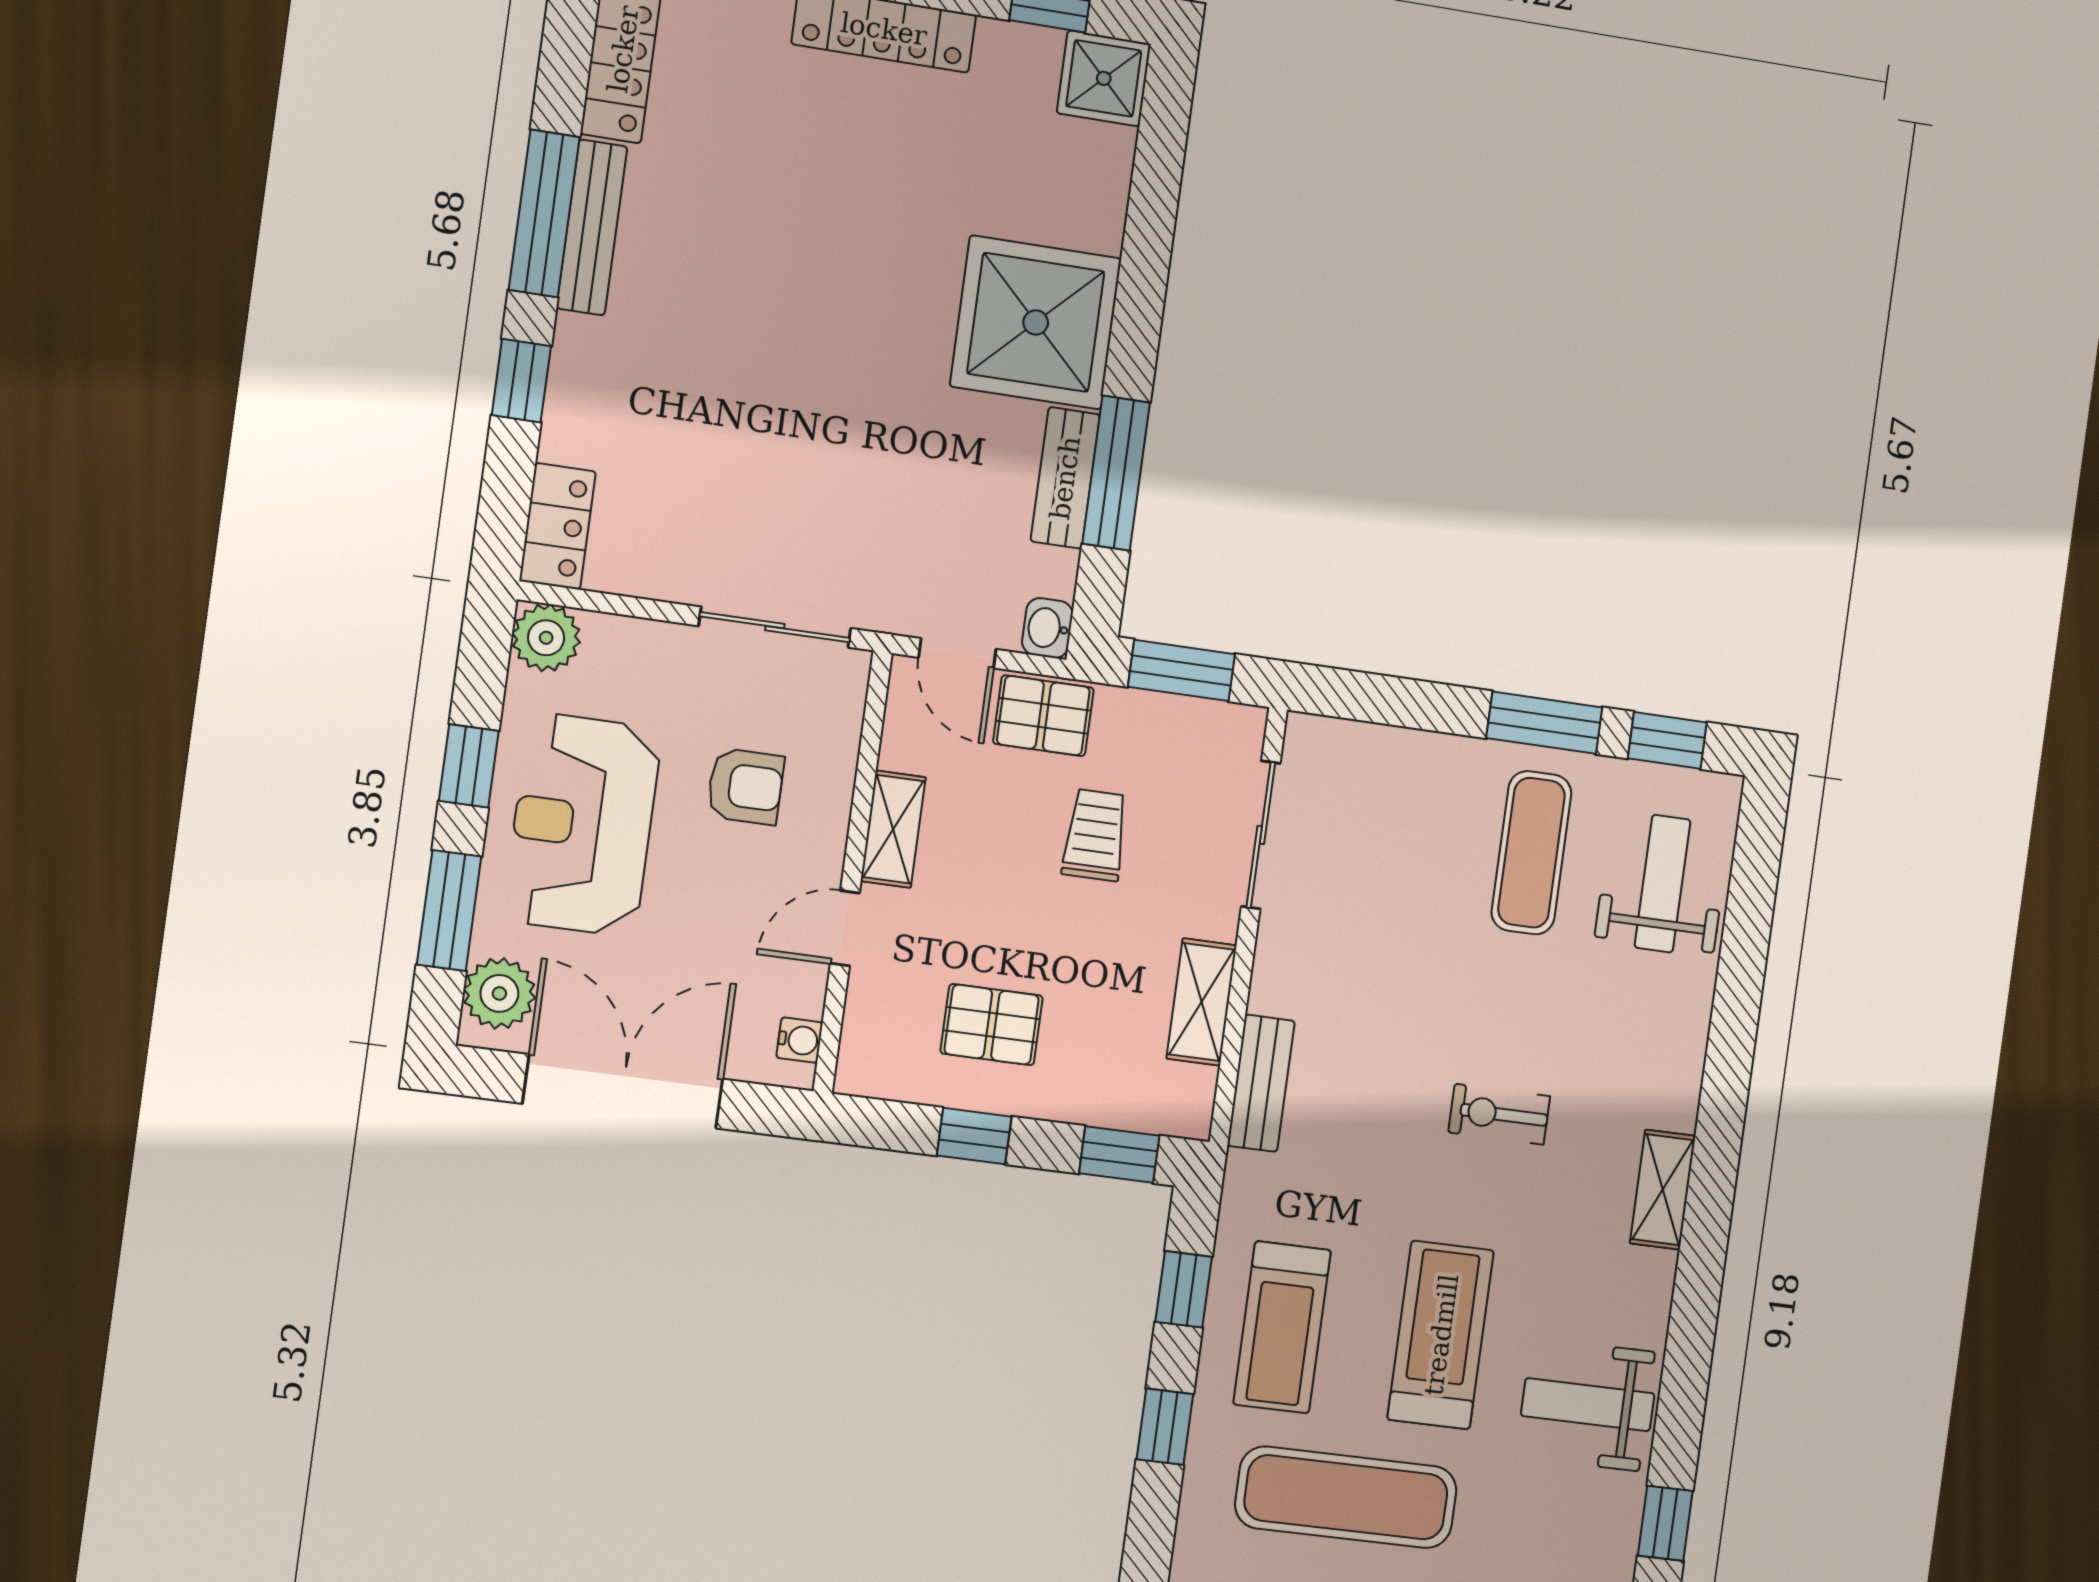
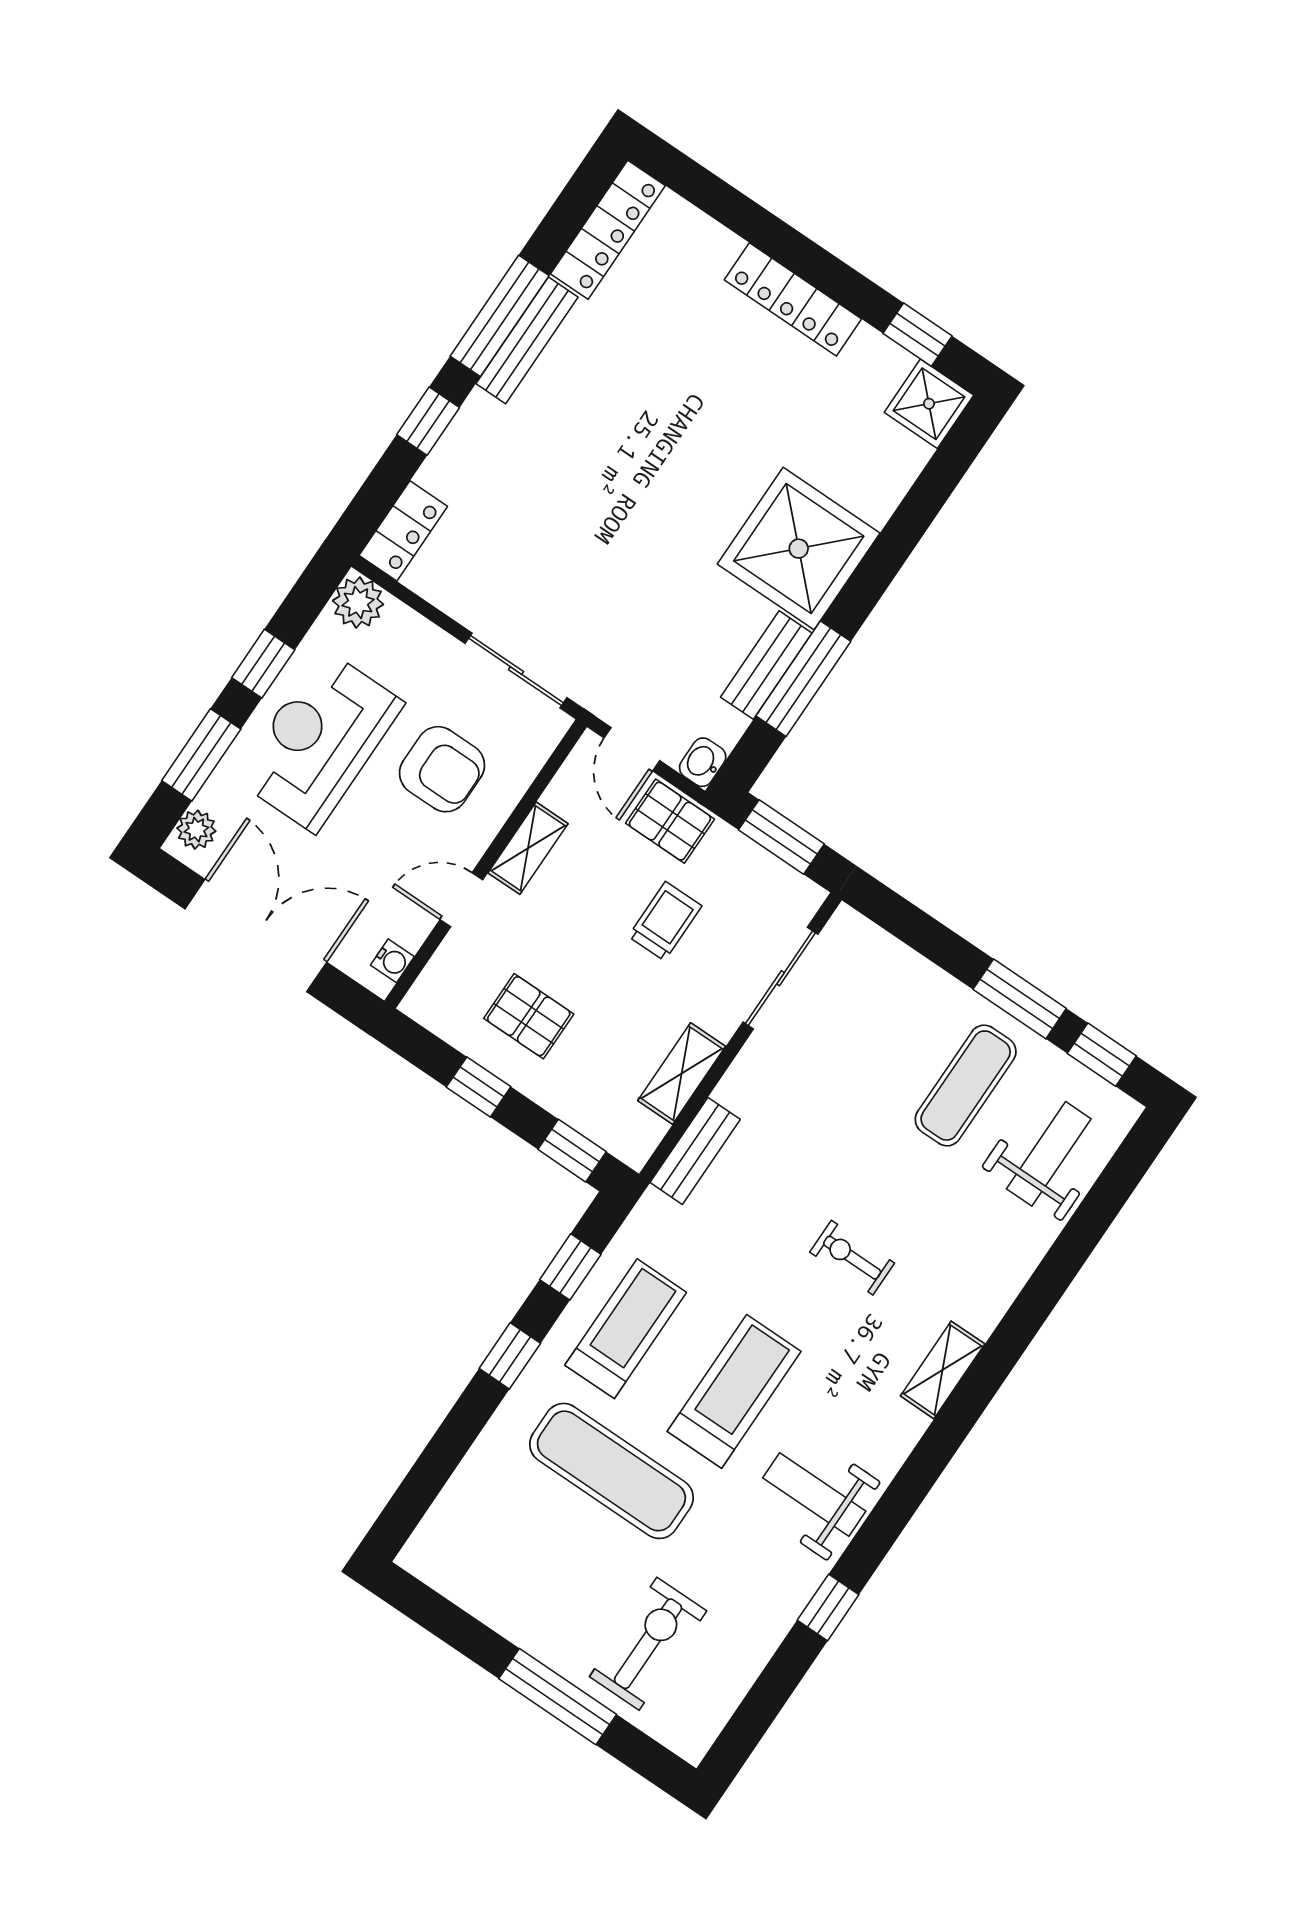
armchair: (745, 786) -> (442, 769), width x1.38, depth x1.38
plant: (499, 993) -> (196, 830), width x0.73, depth x0.73
treadmill: (1282, 1327) -> (626, 1329), turned 180

